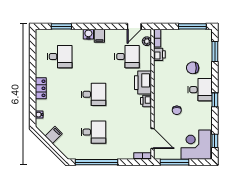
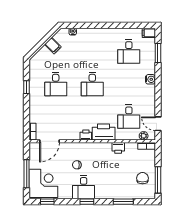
filing cabinet: (99, 36) -> (149, 33), moved
window: (215, 52) -> (123, 202), moved
printer: (159, 54) -> (118, 148), moved
chair: (193, 68) -> (143, 178), moved
locker: (41, 88) -> (98, 33), removed
desk: (200, 90) -> (84, 187), moved
window: (96, 162) -> (27, 87), width x0.32
window: (175, 162) -> (27, 174), moved

